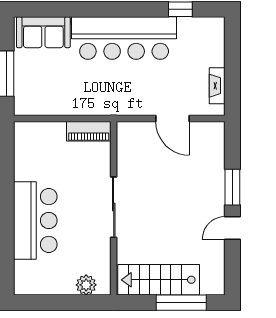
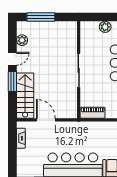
plant: (215, 261) -> (22, 40), added
stairs: (159, 280) -> (25, 96), moved, turned -90
plant: (86, 285) -> (105, 27), moved

